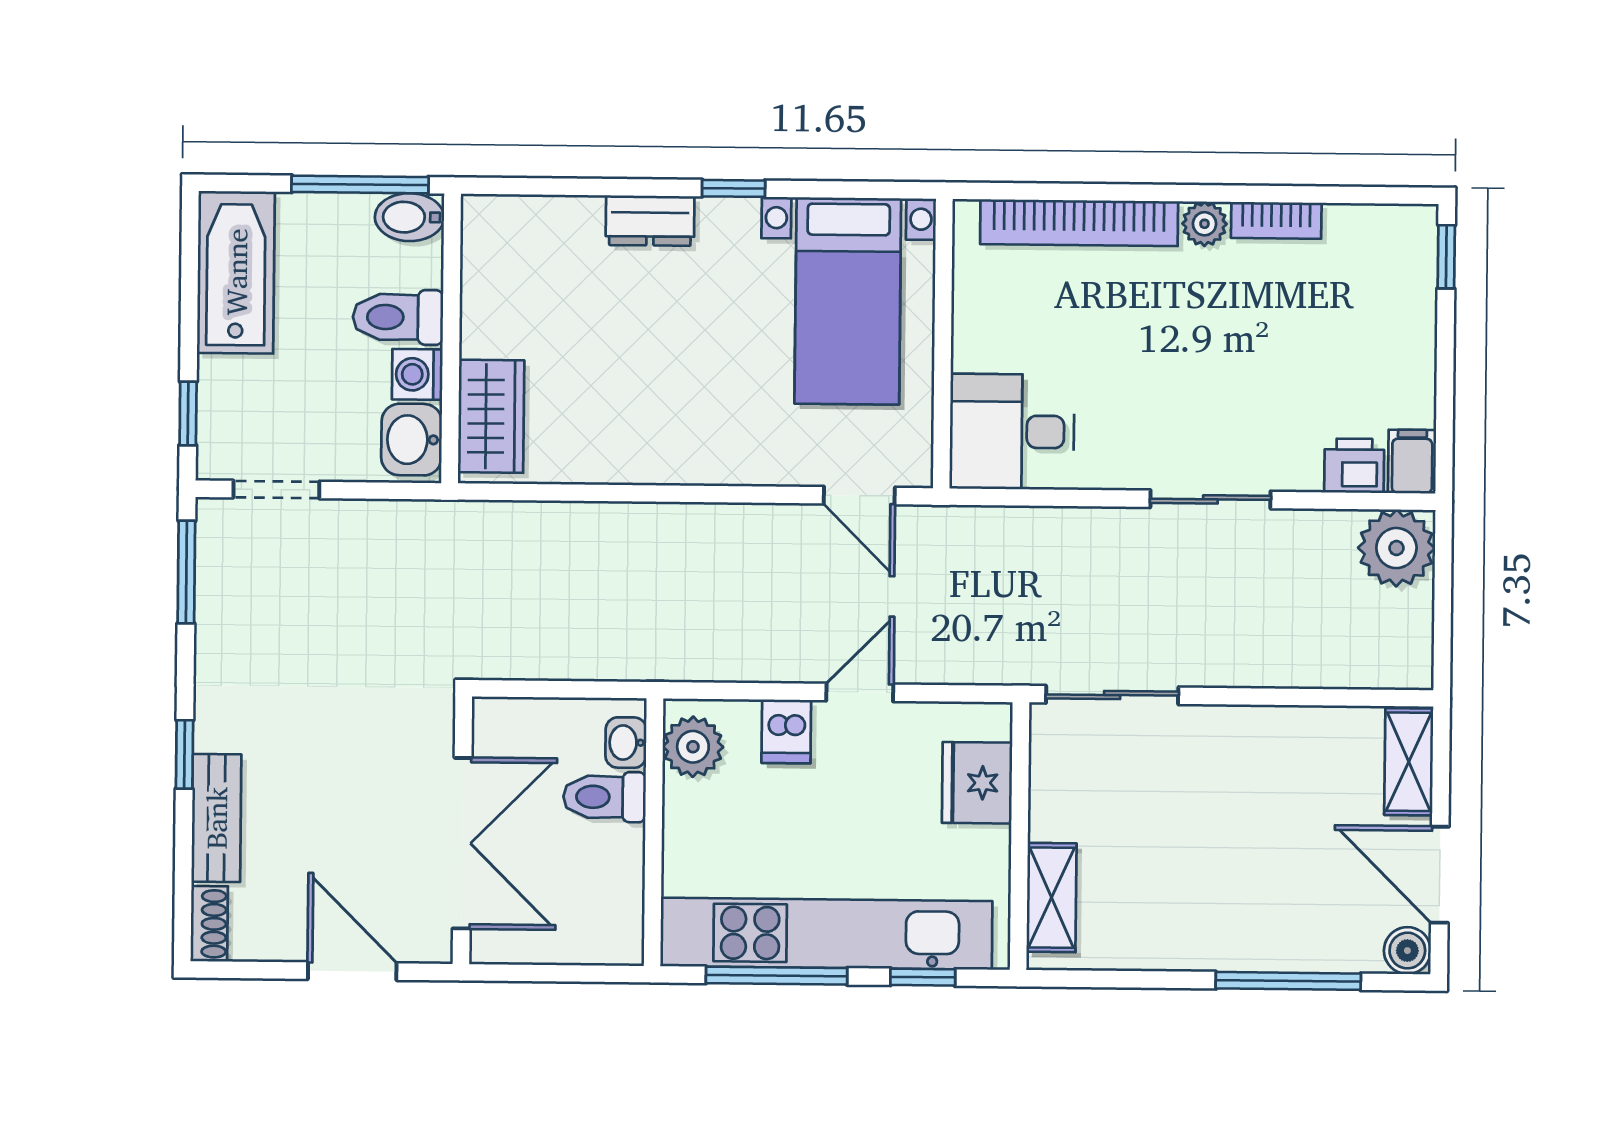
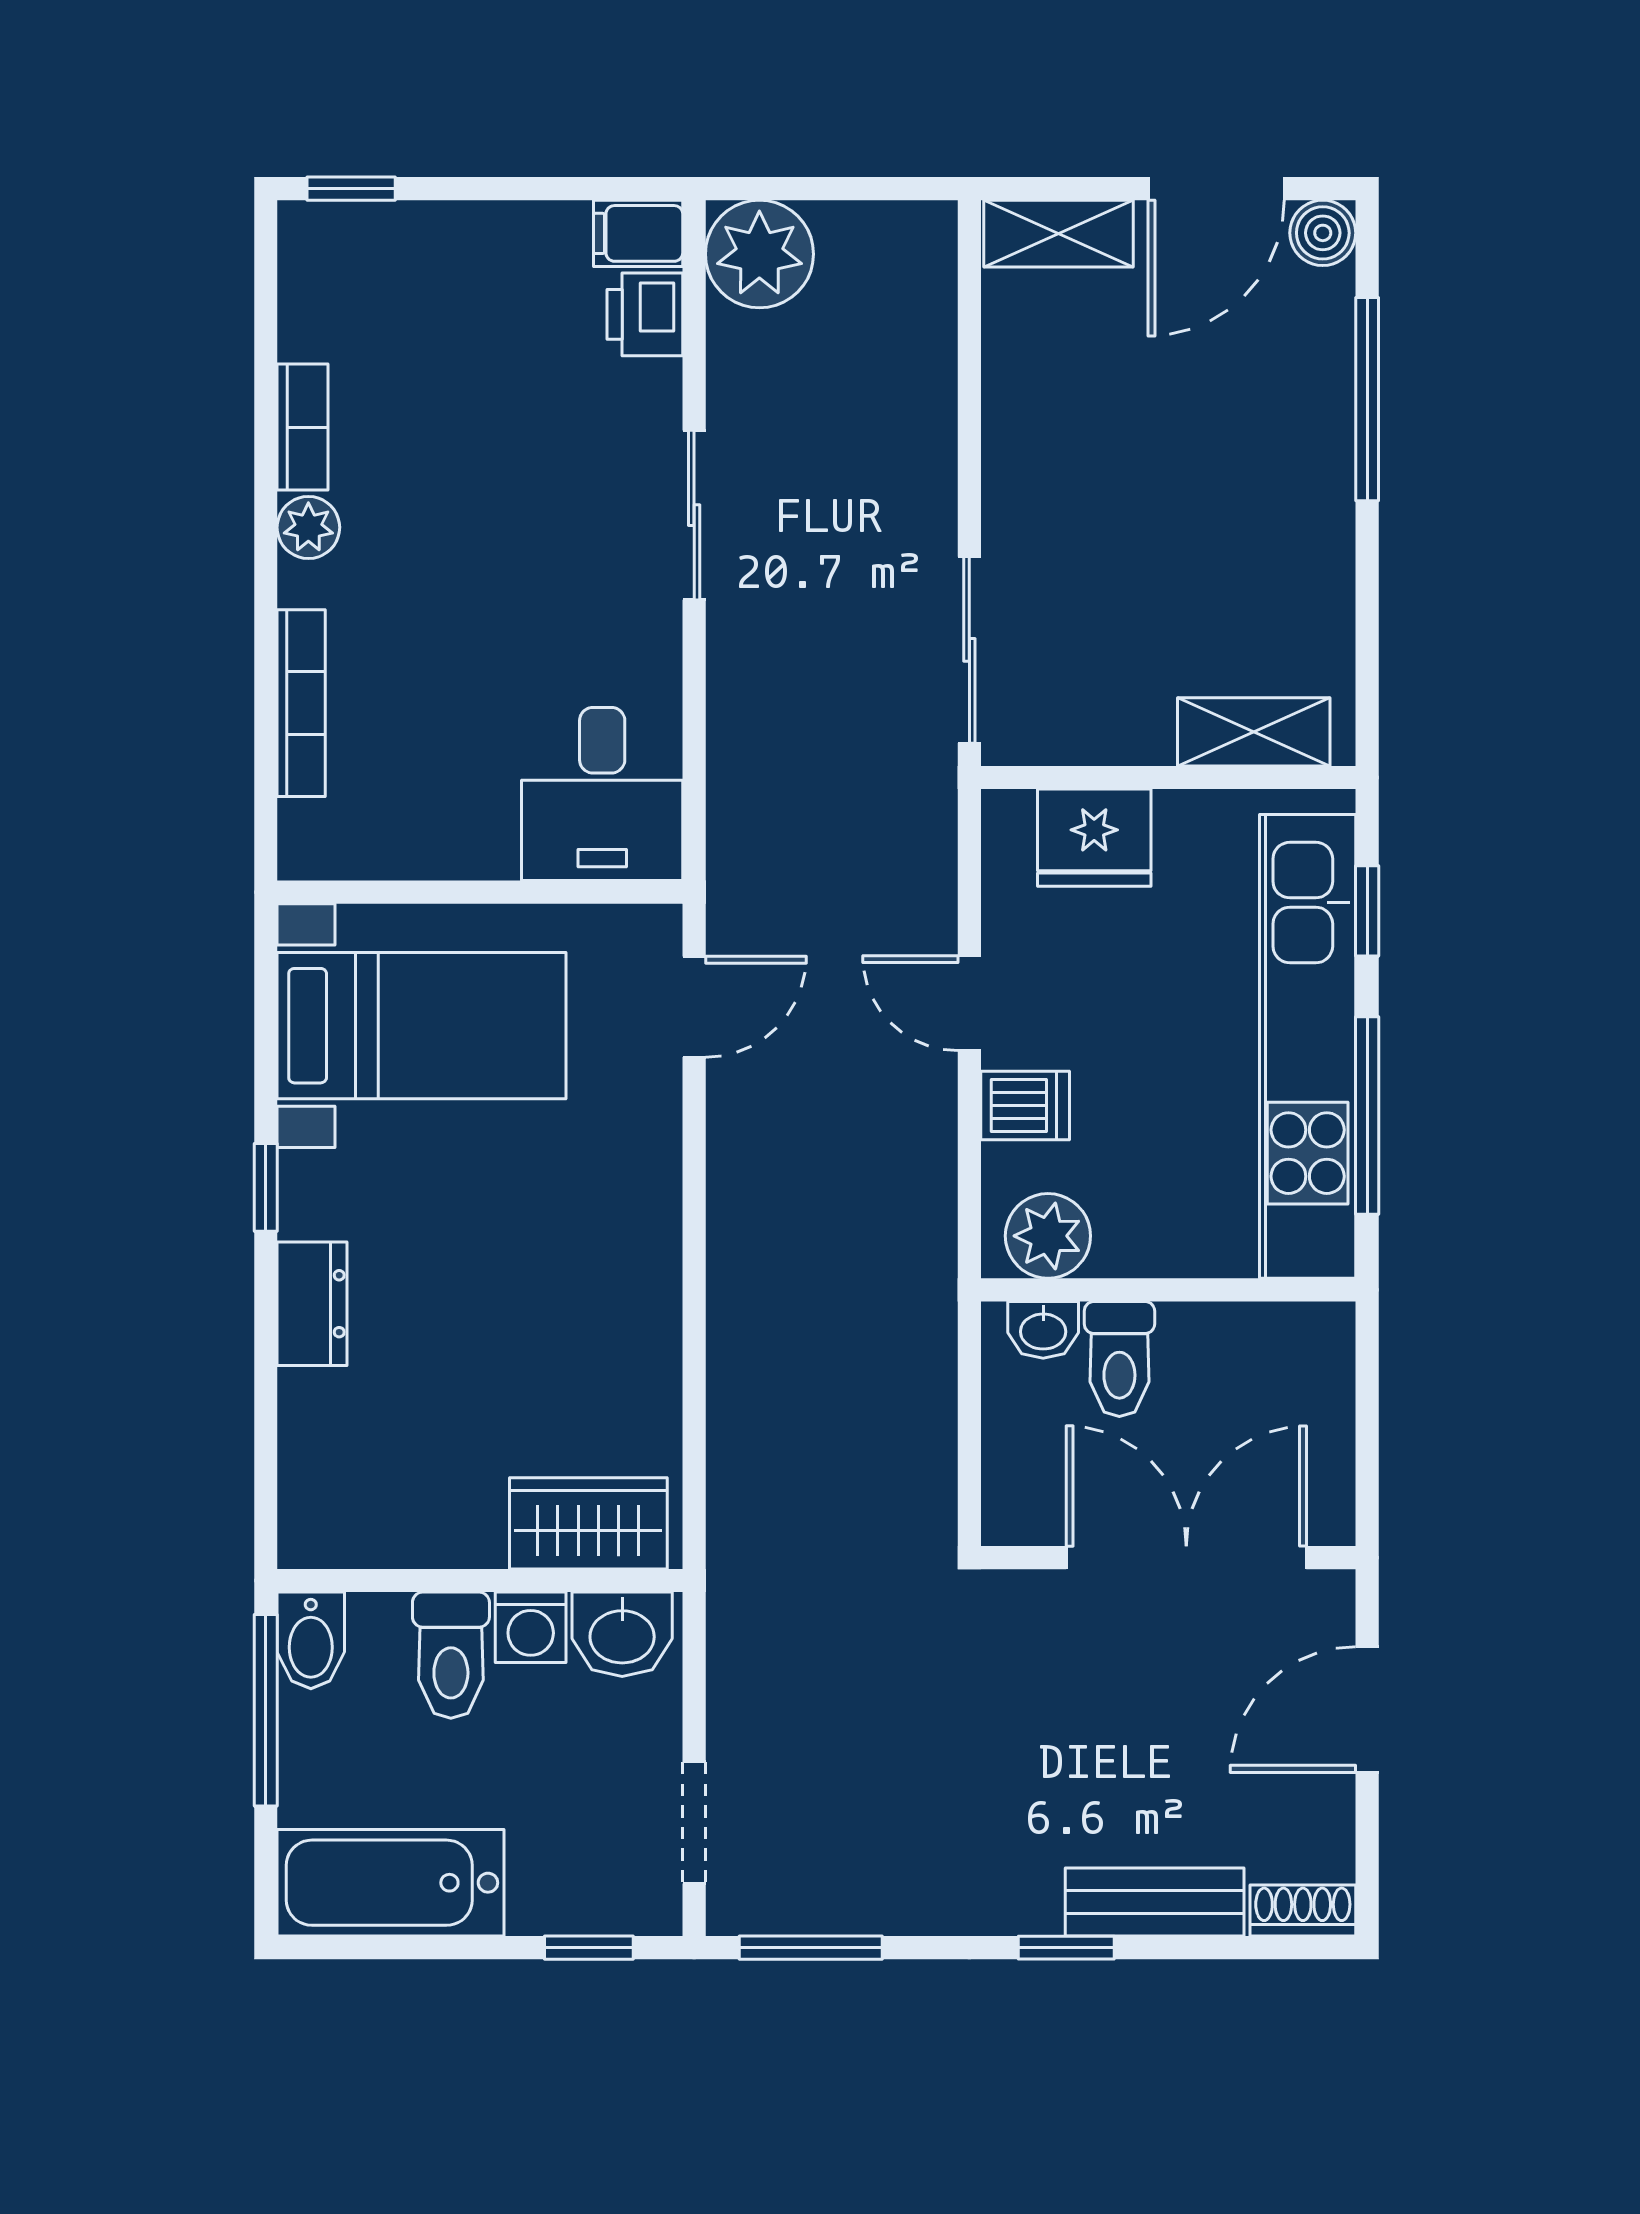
bookcase: (1079, 223) -> (301, 703), width x0.68, depth x0.76

